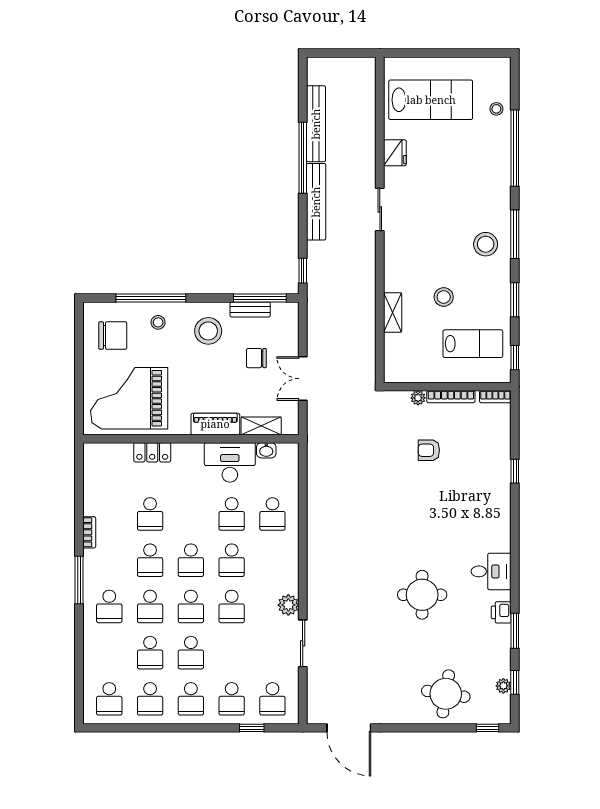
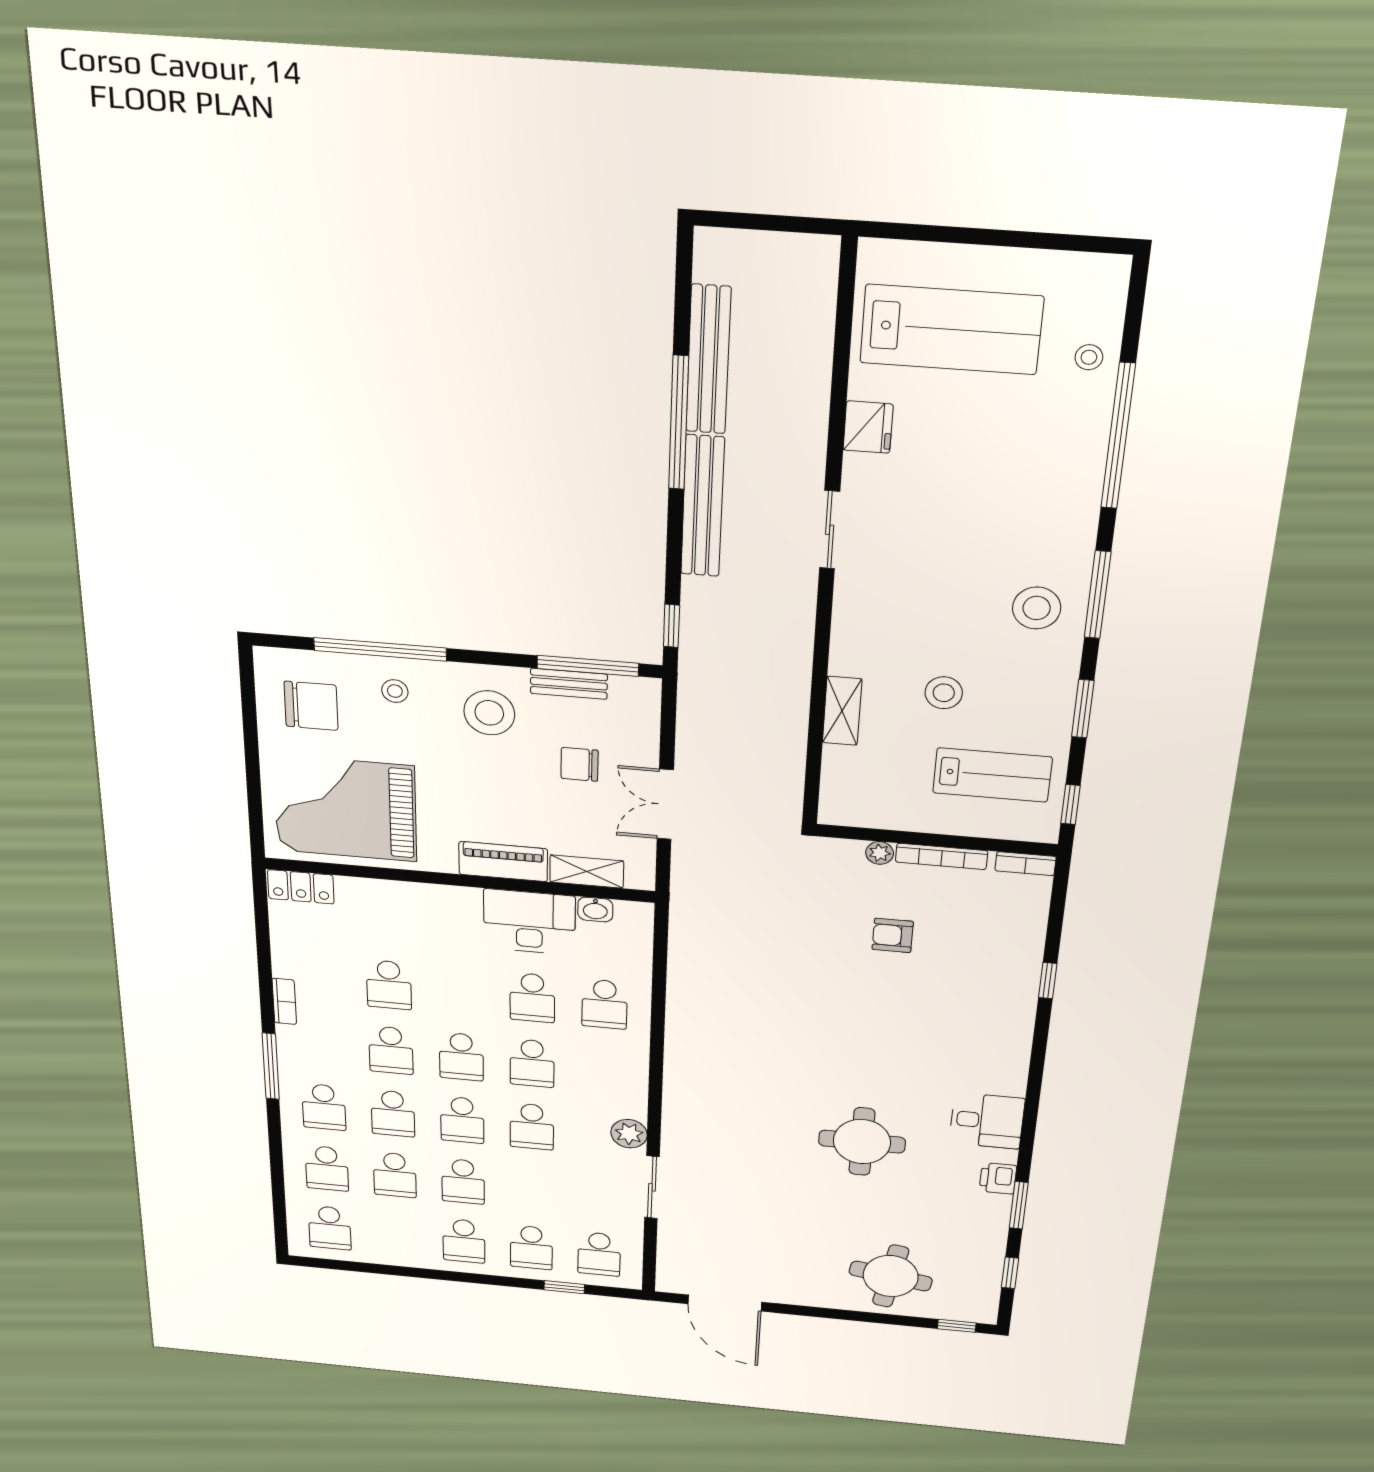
locker: (152, 452) -> (301, 887), moved
plant: (503, 686) -> (990, 1275), removed
school desk: (150, 699) -> (327, 1168), moved

